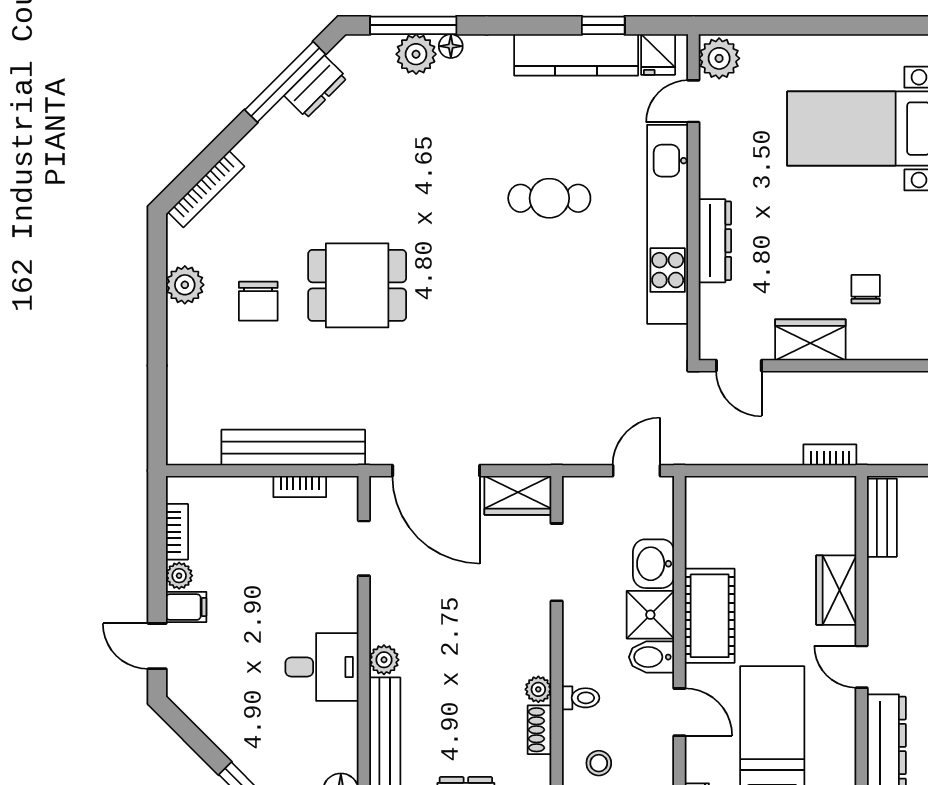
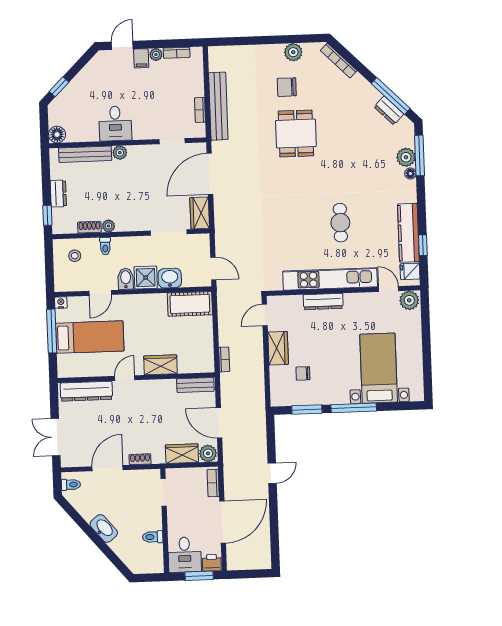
chair: (866, 289) -> (303, 373), turned 180
cot: (710, 616) -> (190, 304), moved

